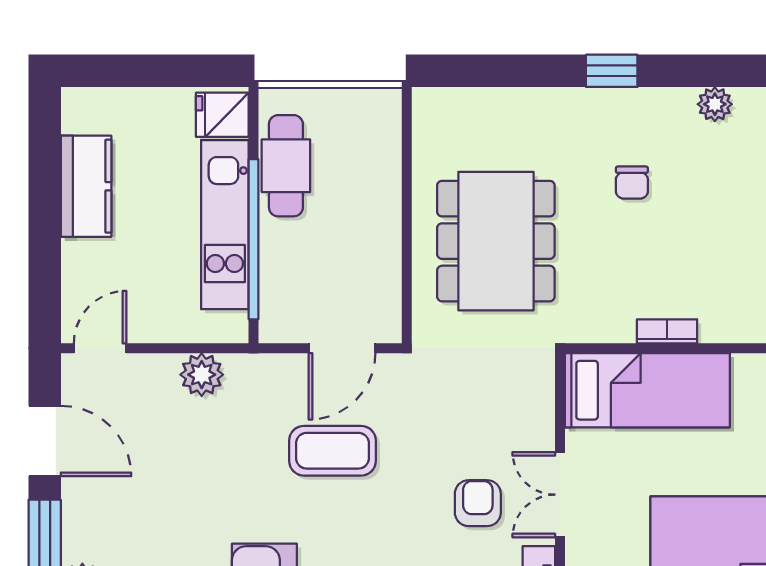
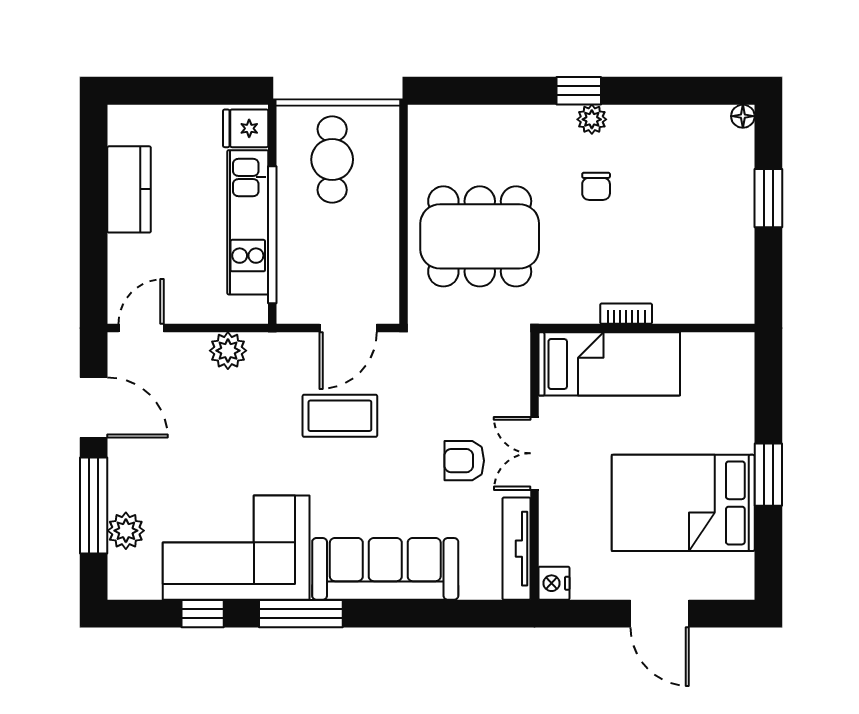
plant: (715, 104) -> (592, 119), moved
cafe table: (286, 166) -> (332, 160), moved
dining table: (496, 241) -> (480, 236), turned 90
armchair: (478, 503) -> (464, 461), turned -90

